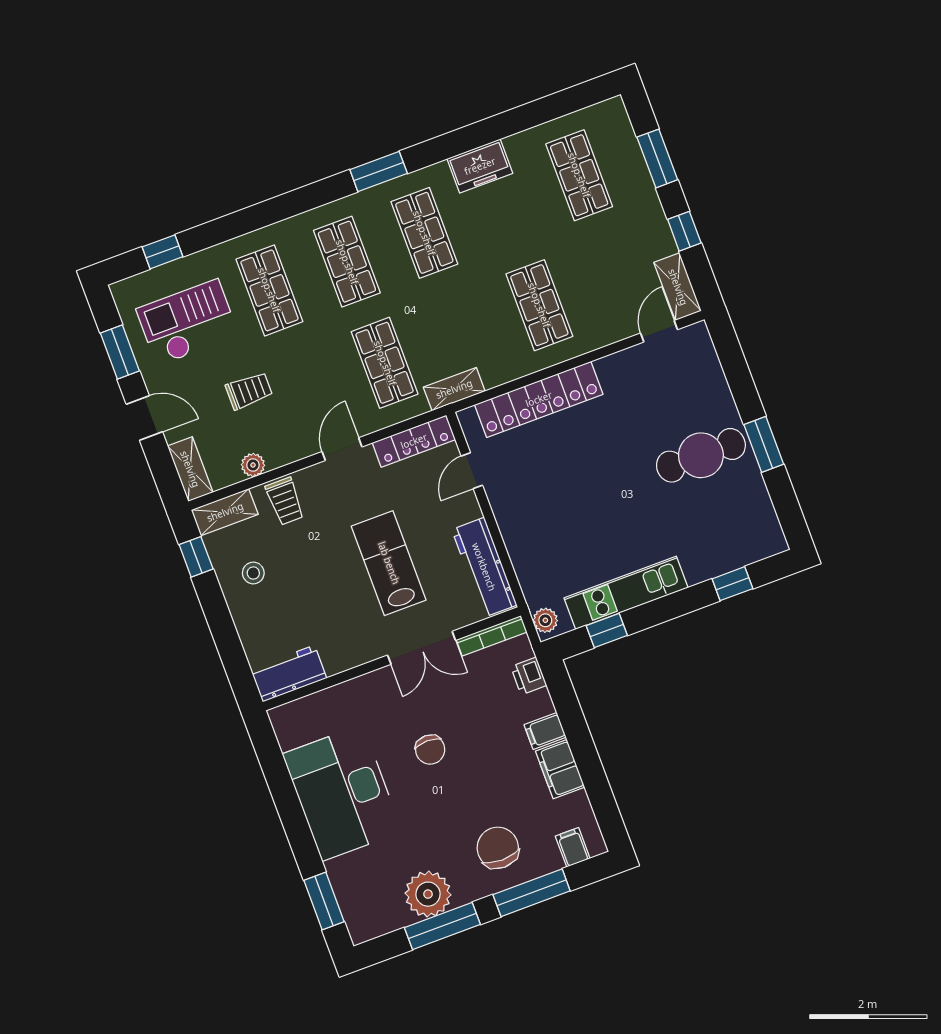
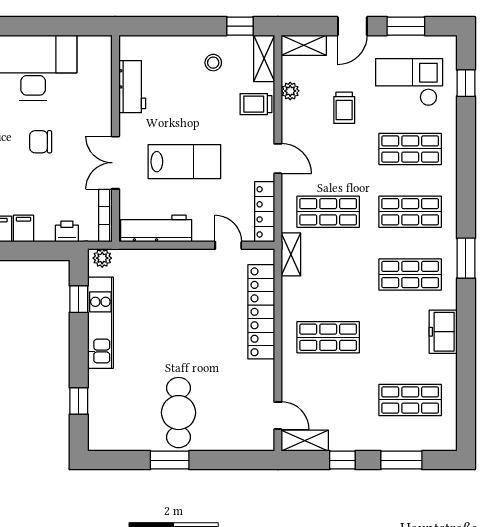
checkout: (188, 322) -> (409, 82), turned -90
workbench: (289, 674) -> (132, 87), moved

